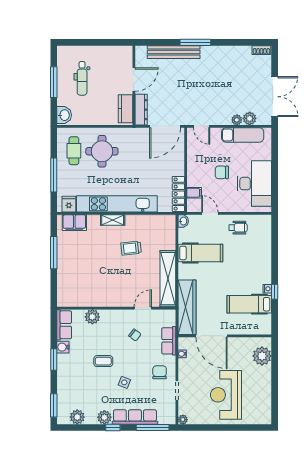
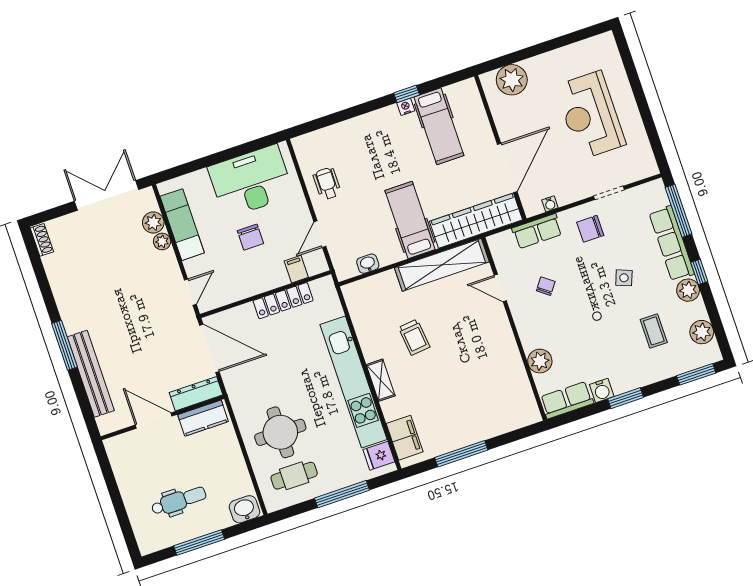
locker: (178, 194) -> (283, 301), moved
washbasin: (183, 221) -> (368, 264), moved
hospital bed: (200, 253) -> (410, 220), moved
coffee table: (103, 361) -> (654, 331), moved
reception desk: (226, 395) -> (590, 115), turned 90
plant: (183, 420) -> (651, 169), removed

